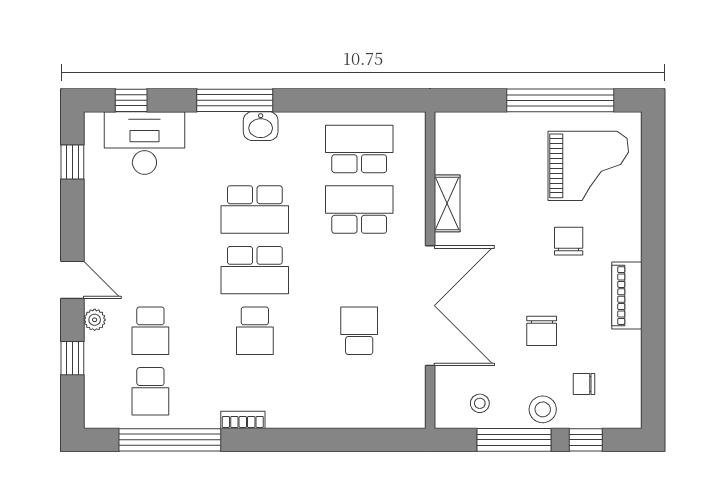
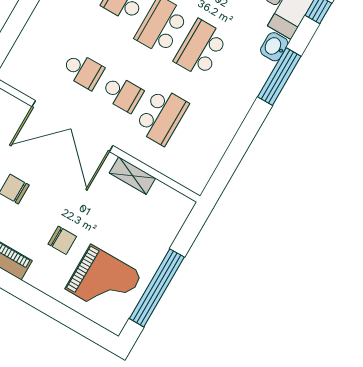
washbasin: (261, 126) -> (274, 47), moved
school desk: (359, 149) -> (122, 93), moved, width x0.54
grand piano: (588, 166) -> (104, 281), turned -90

